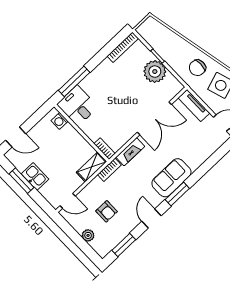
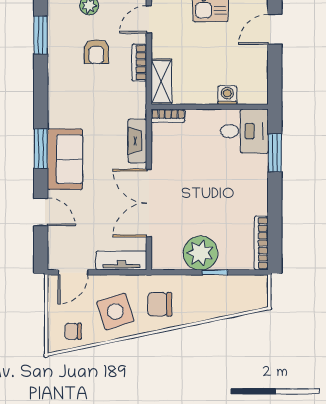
chair: (197, 68) -> (160, 304), turned -90
window: (74, 81) -> (275, 153), width x0.69
washing machine: (60, 121) -> (227, 95), moved
bookcase: (109, 170) -> (139, 63), moved
armchair: (107, 211) -> (96, 52), turned -90
door: (151, 219) -> (41, 212), moved

